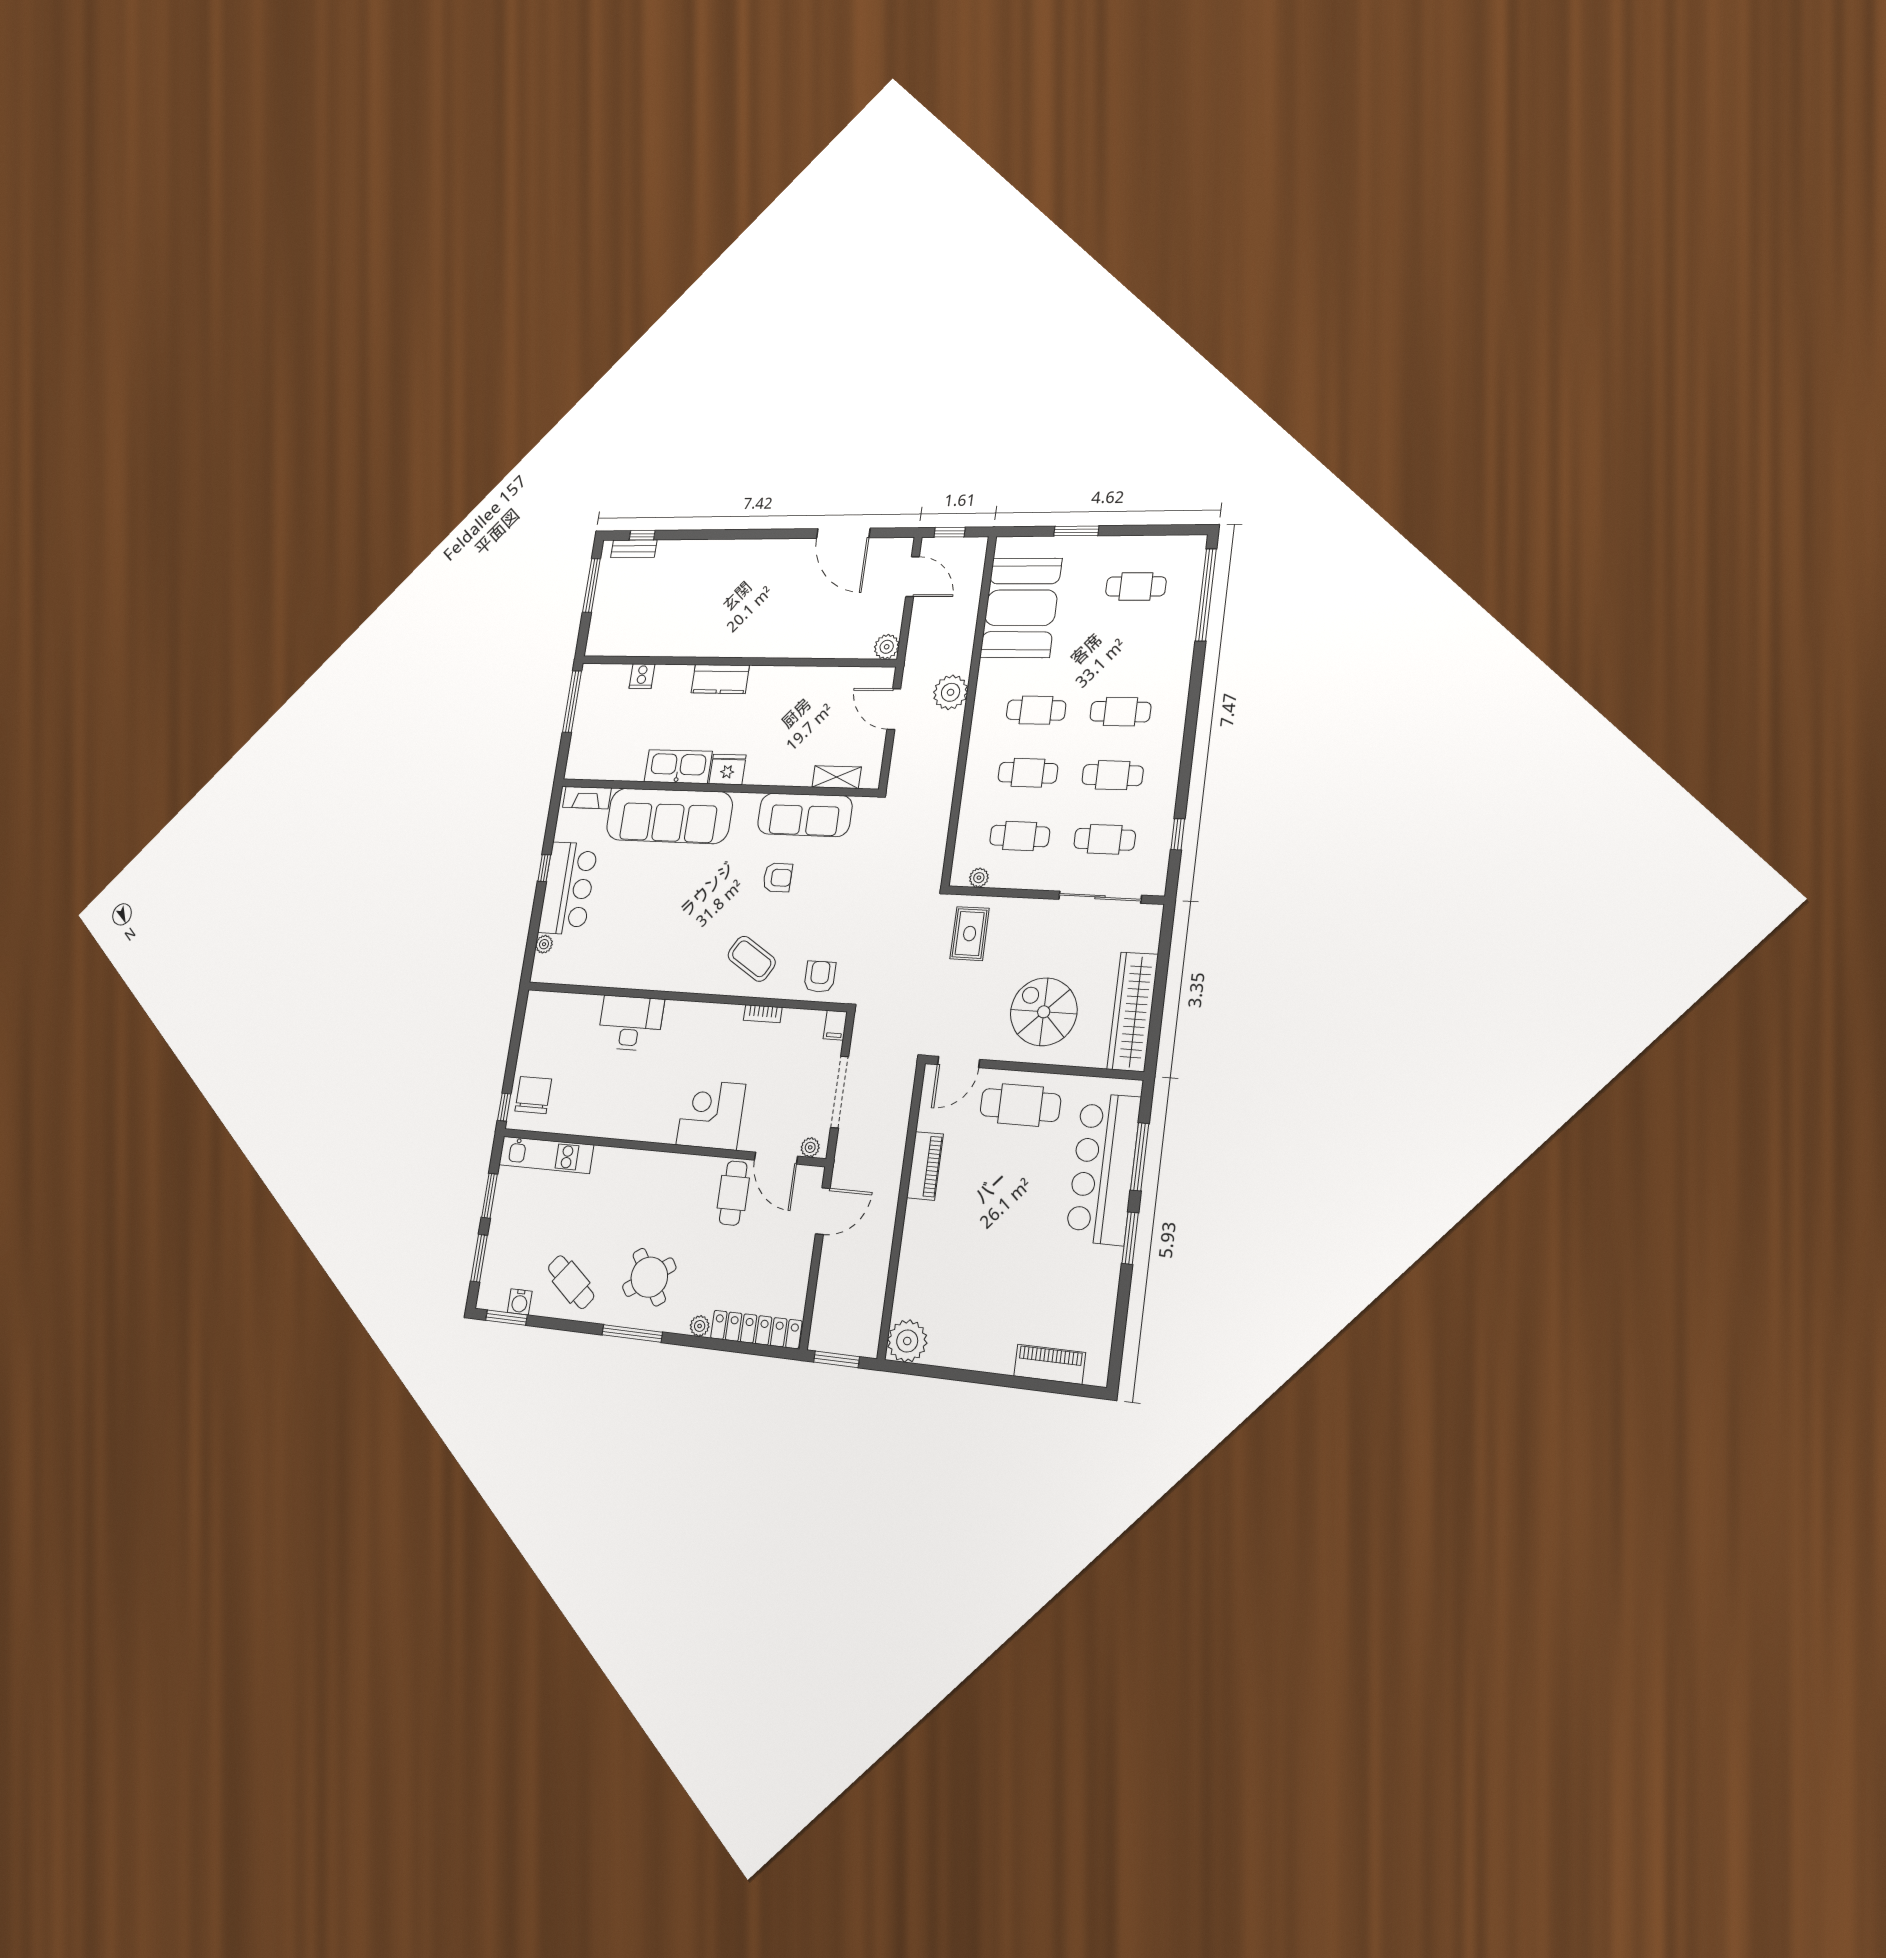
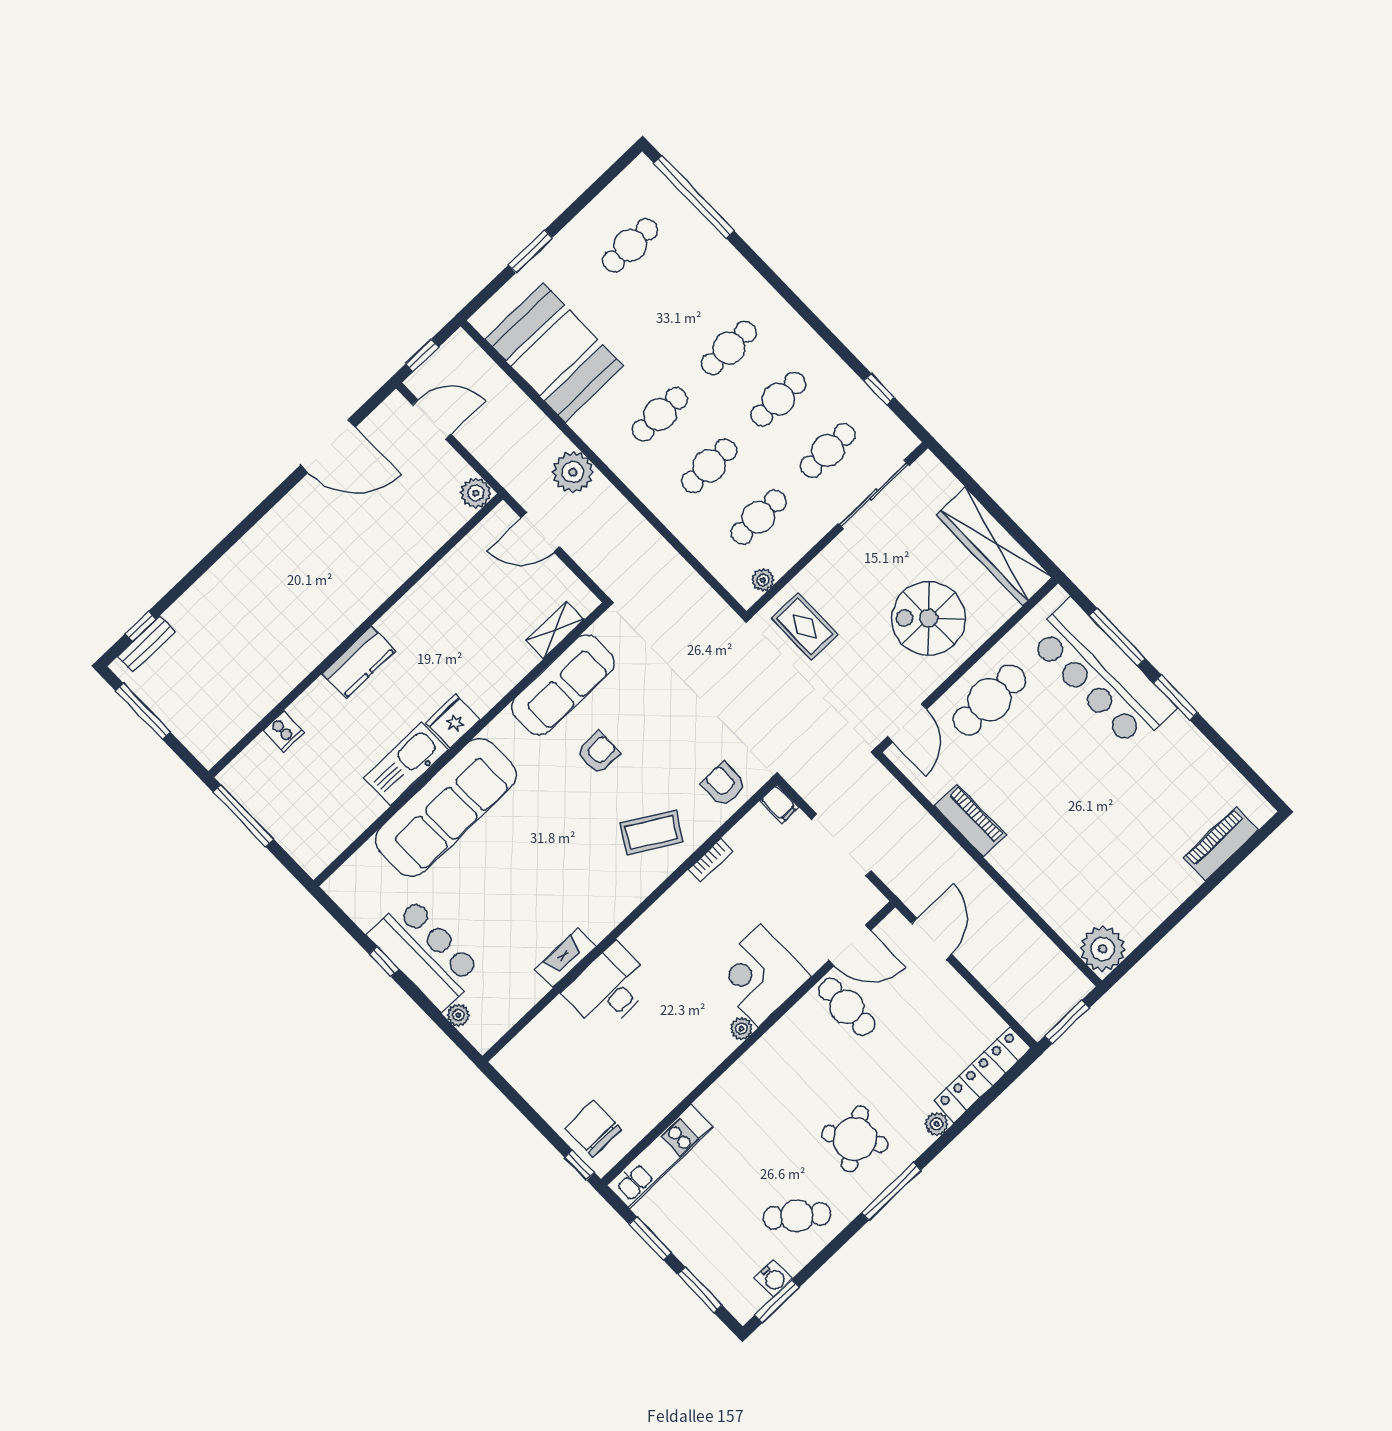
fireplace: (587, 798) -> (566, 958), moved, turned 180
plant: (810, 1147) -> (741, 1029), moved

